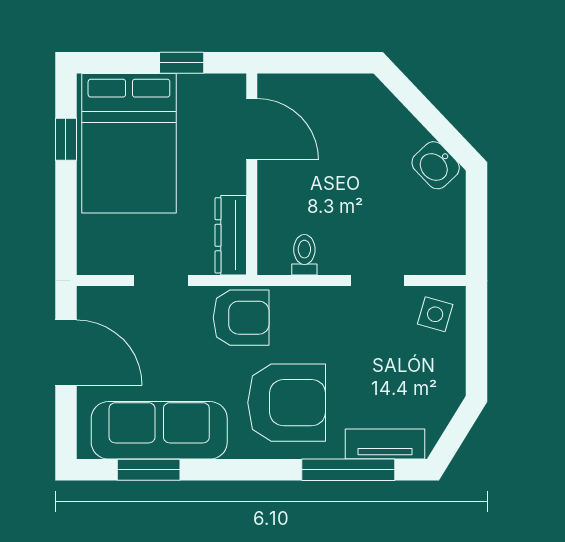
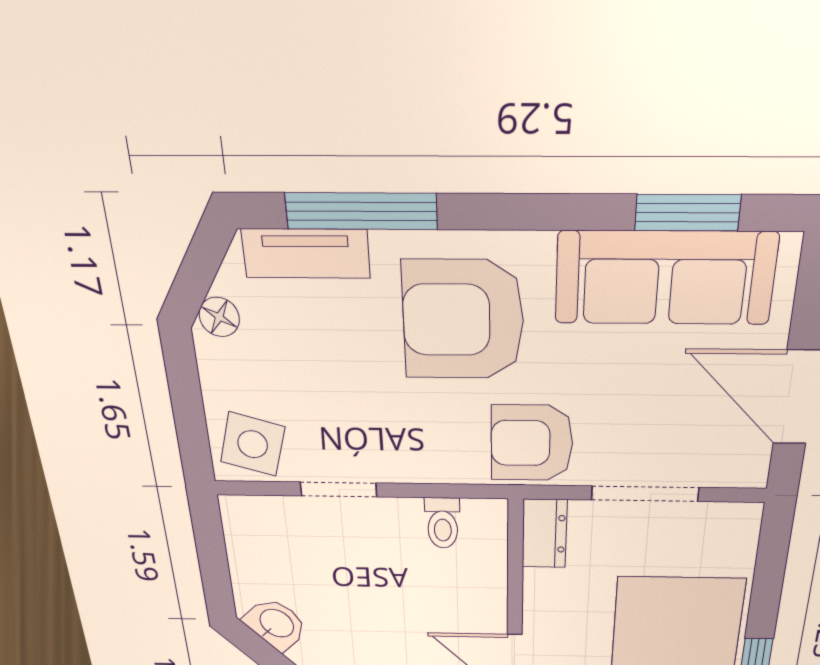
dresser: (231, 235) -> (544, 534), width x0.70
doorway: (161, 280) -> (645, 494), width x1.38
side table: (435, 314) -> (253, 444), width x1.37, depth x1.37
floor lamp: (446, 403) -> (219, 317), added

